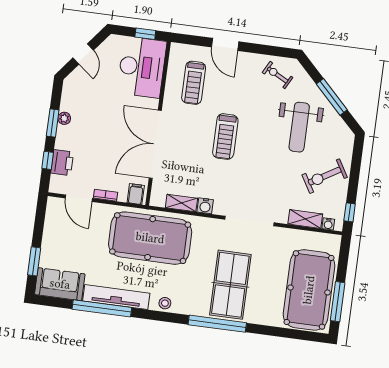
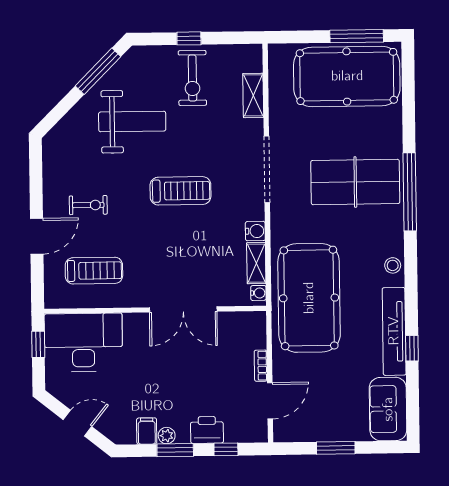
exercise bike: (277, 75) -> (88, 205), moved, turned -118
window: (332, 97) -> (98, 71), moved
treadmill: (225, 137) -> (180, 191), moved
double door: (155, 144) -> (183, 309), width x0.73
printer: (62, 163) -> (207, 430), moved
exercise bike: (325, 176) -> (192, 78), turned 31
filing cabinet: (136, 194) -> (147, 431), moved, turned 90
window: (350, 212) -> (189, 38), moved
water cooler: (328, 224) -> (258, 293), moved
window: (34, 261) -> (336, 448), moved
window: (102, 308) -> (412, 348), width x0.32

